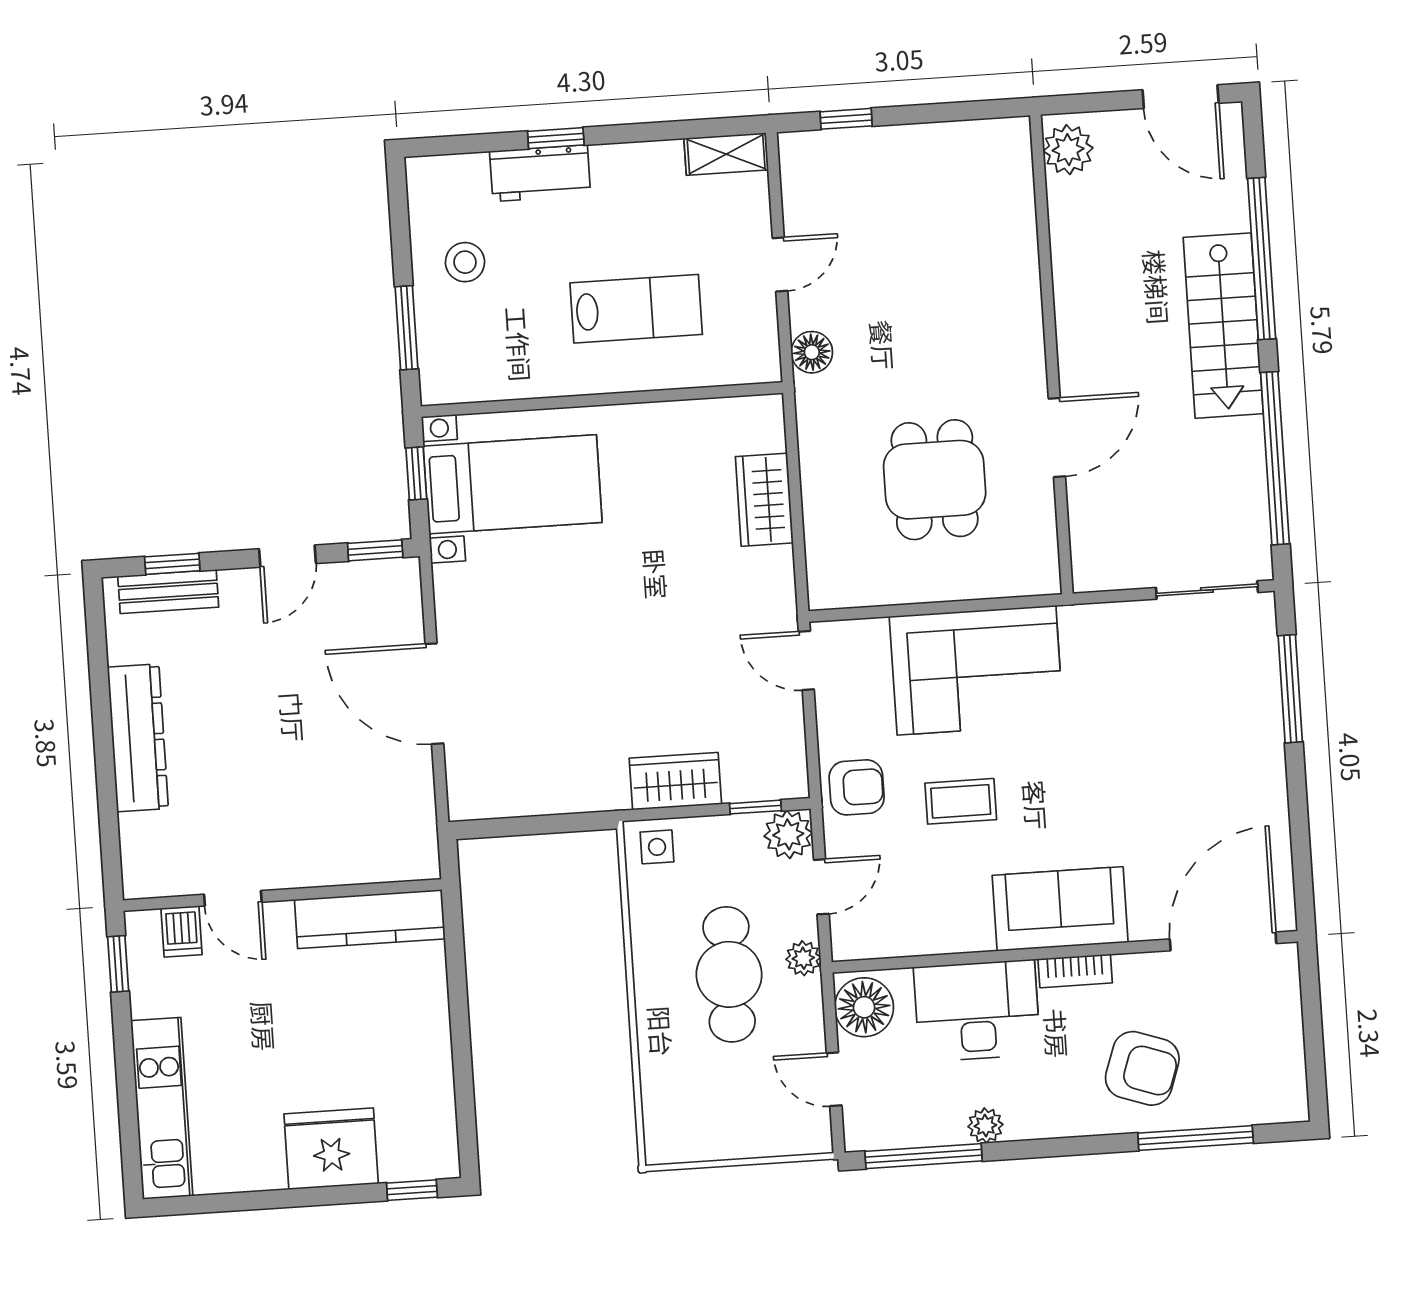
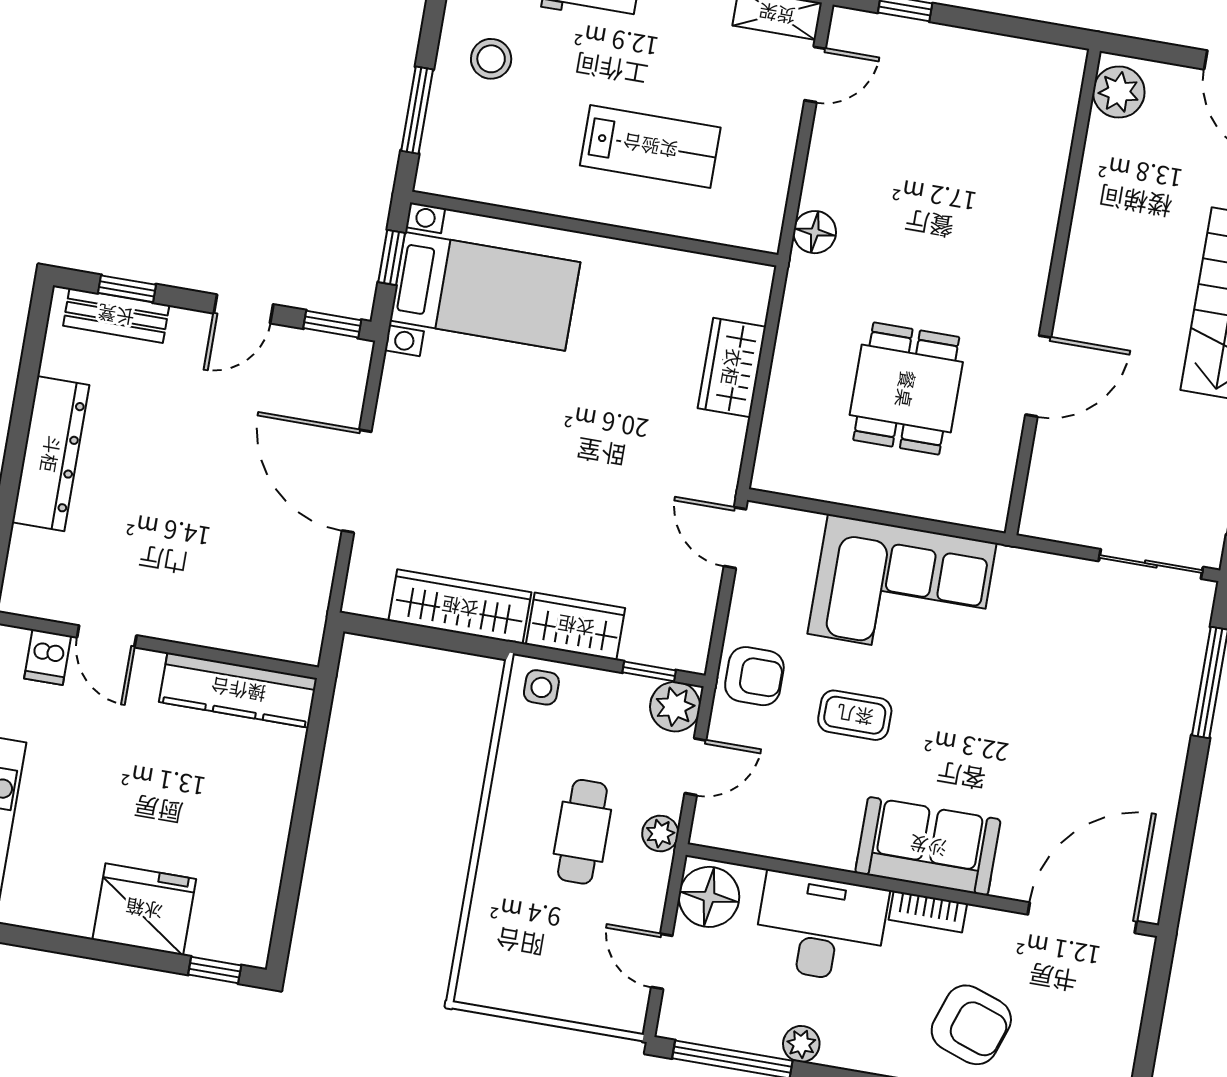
door: (780, 264) -> (815, 74), moved
wardrobe: (561, 789) -> (460, 607), added
cafe table: (729, 974) -> (582, 832), width x0.73, depth x0.74

